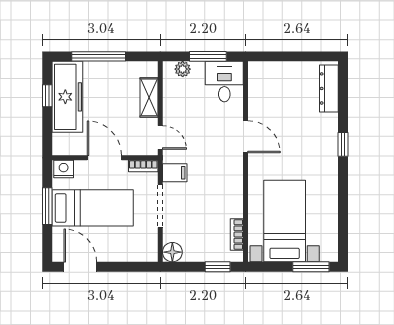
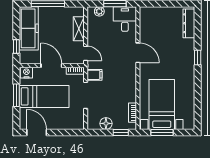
window: (47, 96) -> (16, 47), moved
floor lamp: (172, 252) -> (106, 123), moved
window: (311, 267) -> (162, 132), moved

